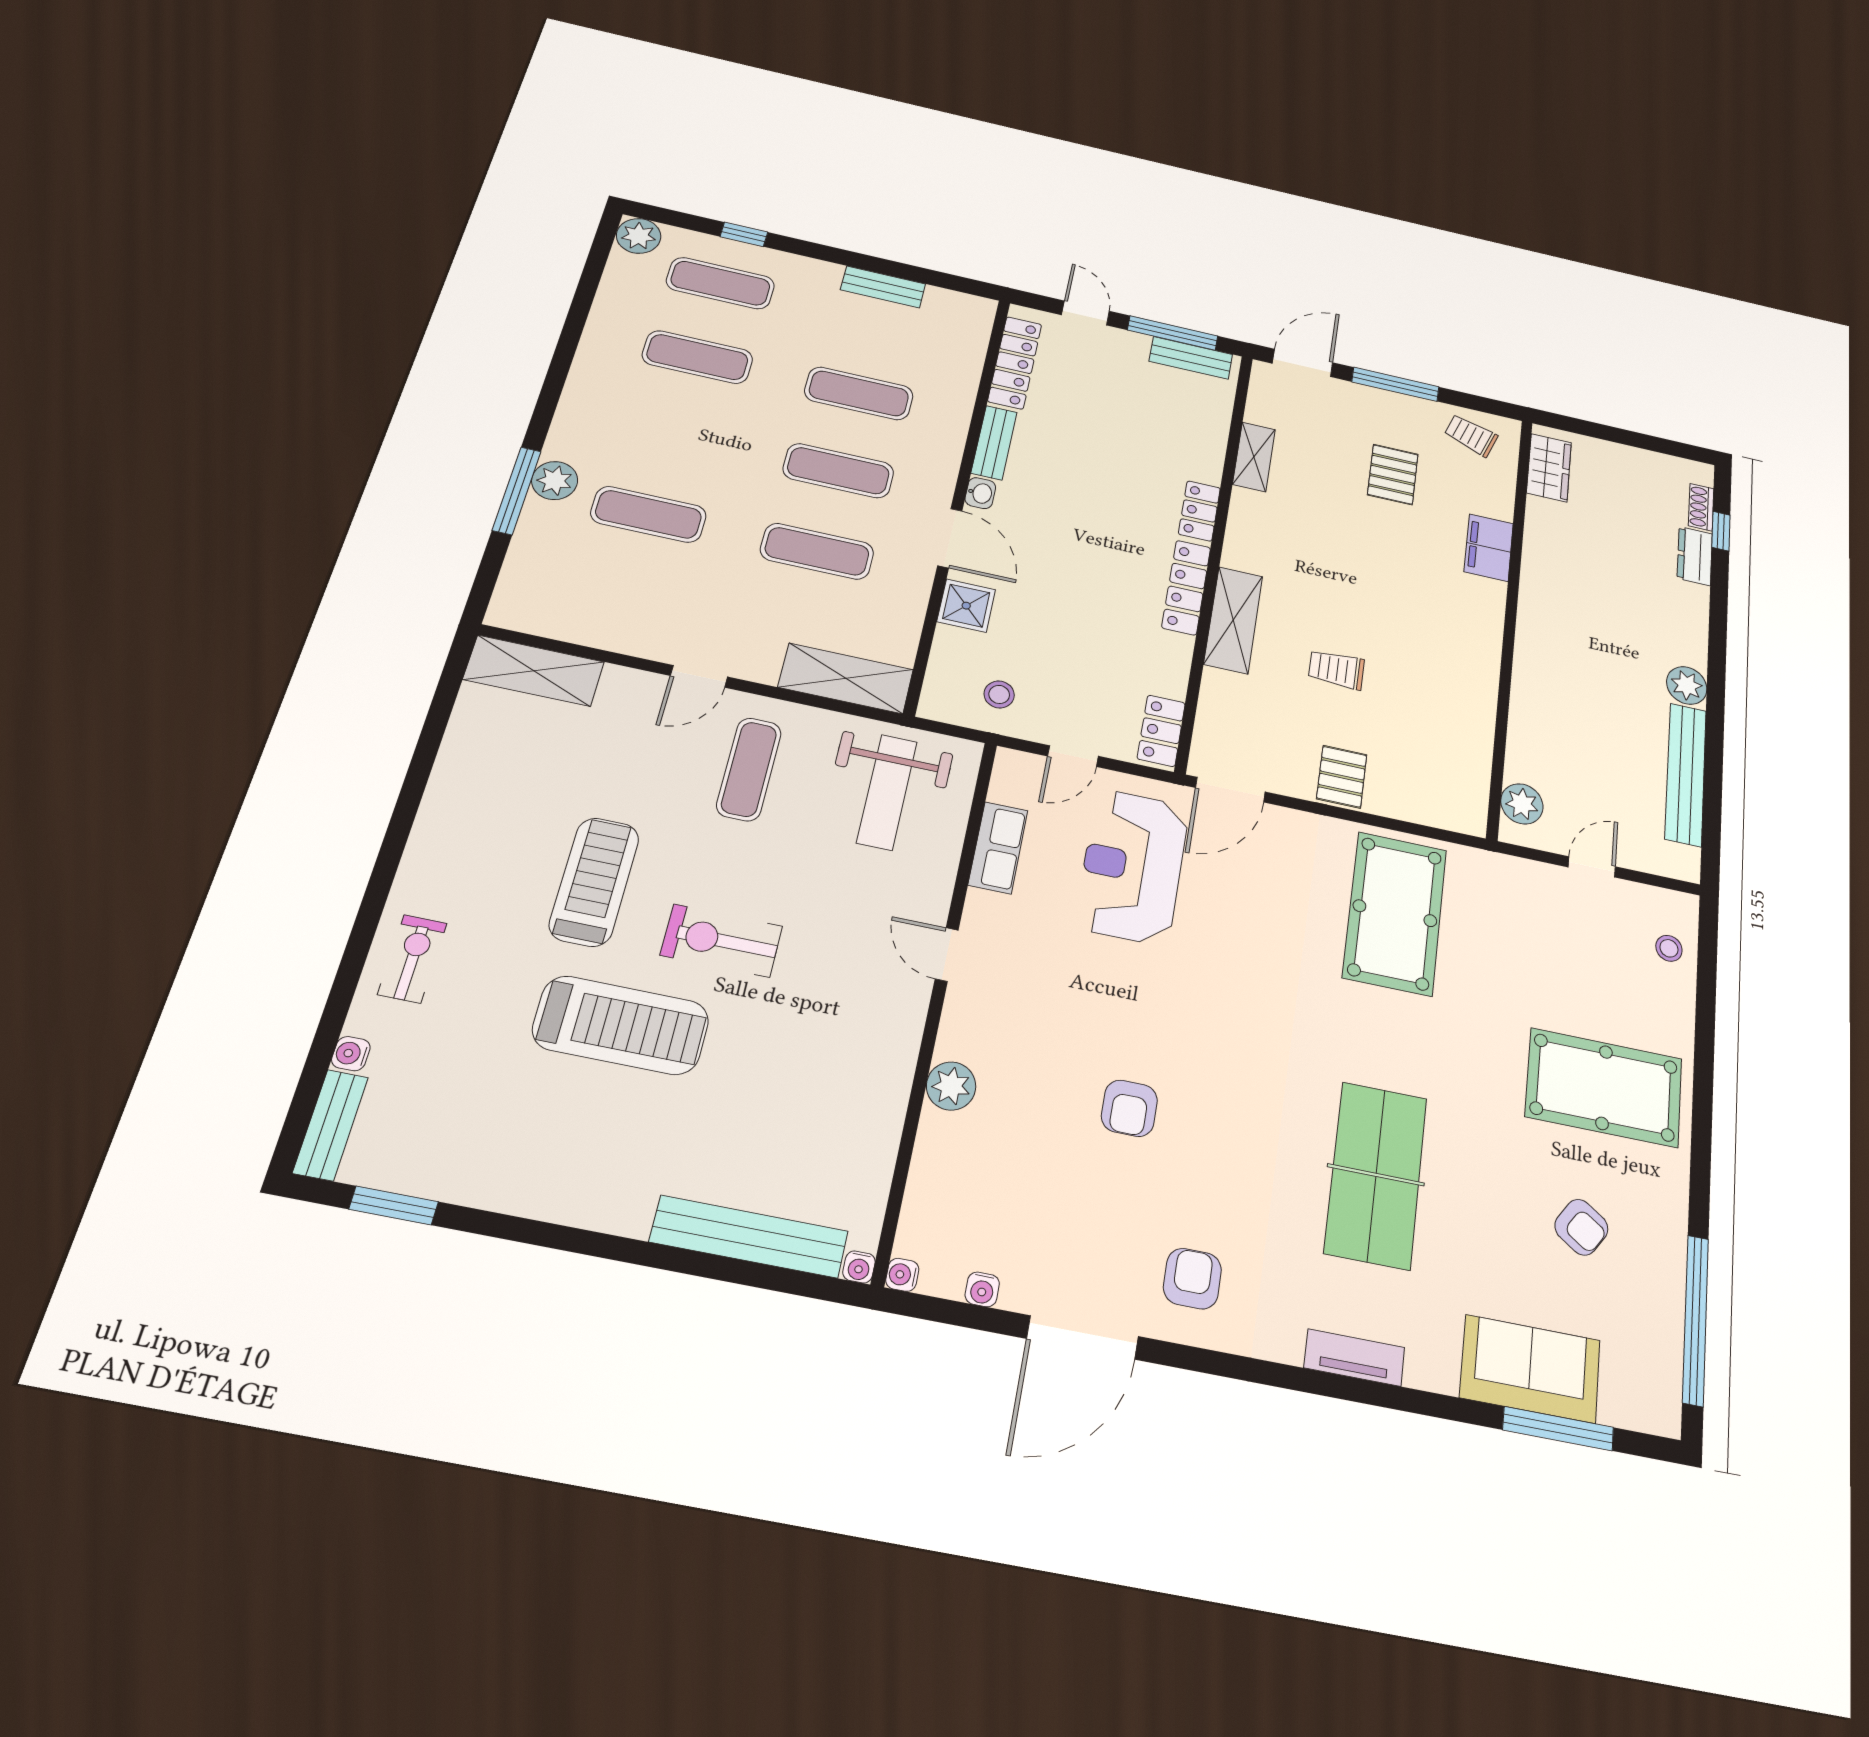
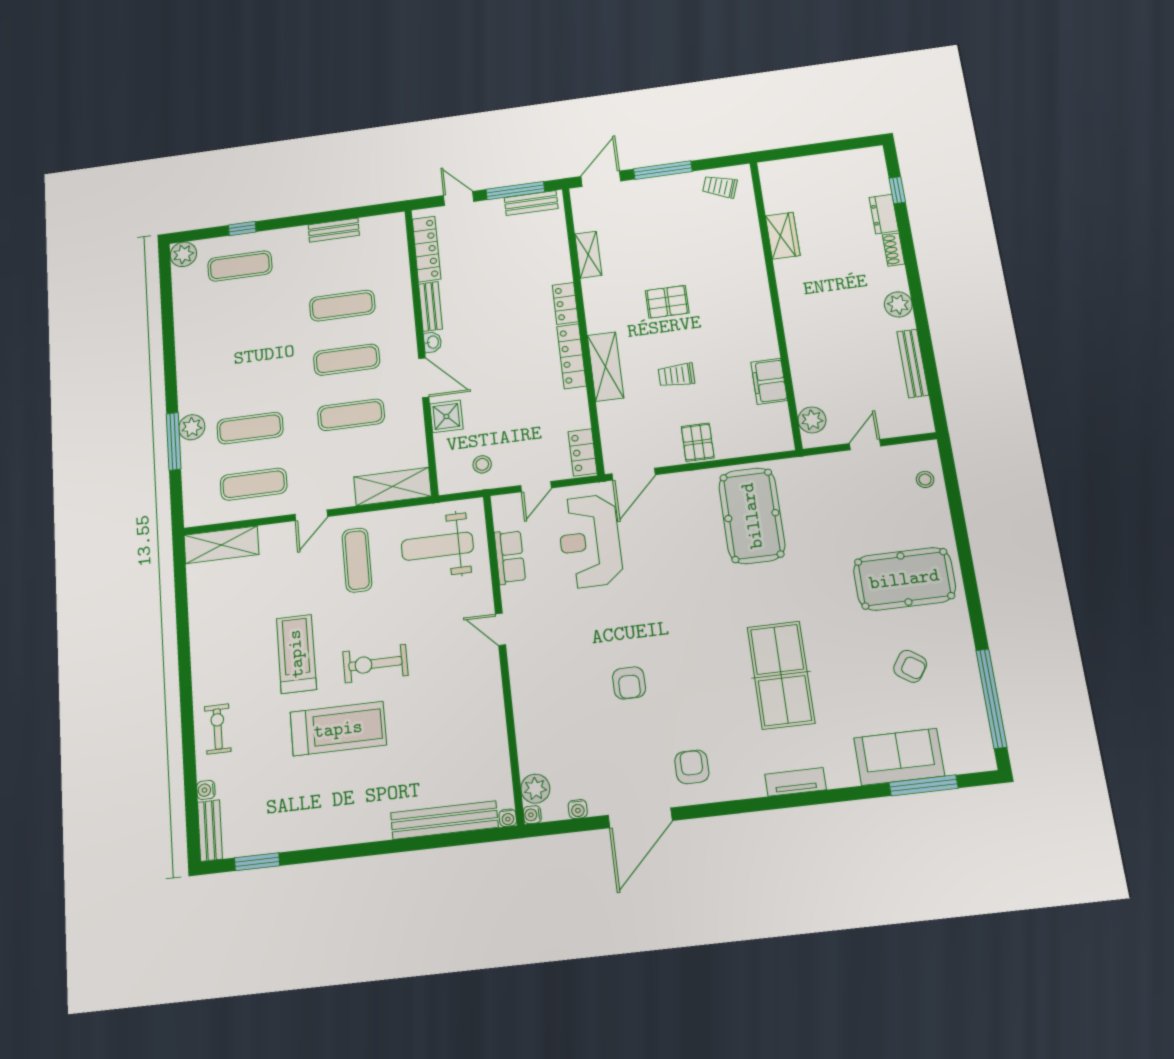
exercise mat: (697, 357) -> (254, 484), moved
wardrobe: (1549, 468) -> (783, 236), moved
pallet: (1393, 474) -> (667, 302), moved, turned 90
shoe rack: (1701, 507) -> (893, 249), moved
filing cabinet: (1489, 548) -> (769, 381), moved
bench: (1686, 774) -> (913, 363), width x0.73, depth x0.82
weight bench: (887, 792) -> (437, 546), turned 90
plant: (951, 1086) -> (535, 789), moved

